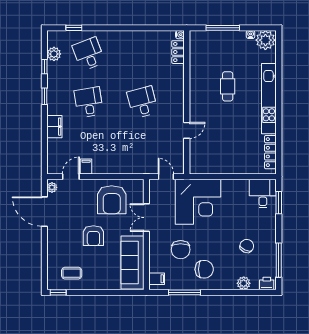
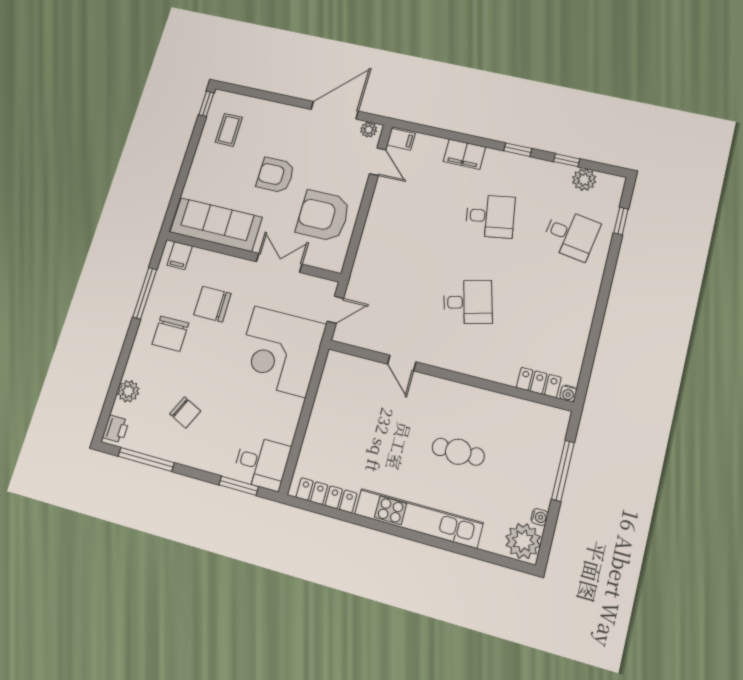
desk: (89, 54) -> (571, 235), turned 30
filing cabinet: (86, 166) -> (401, 139), moved

